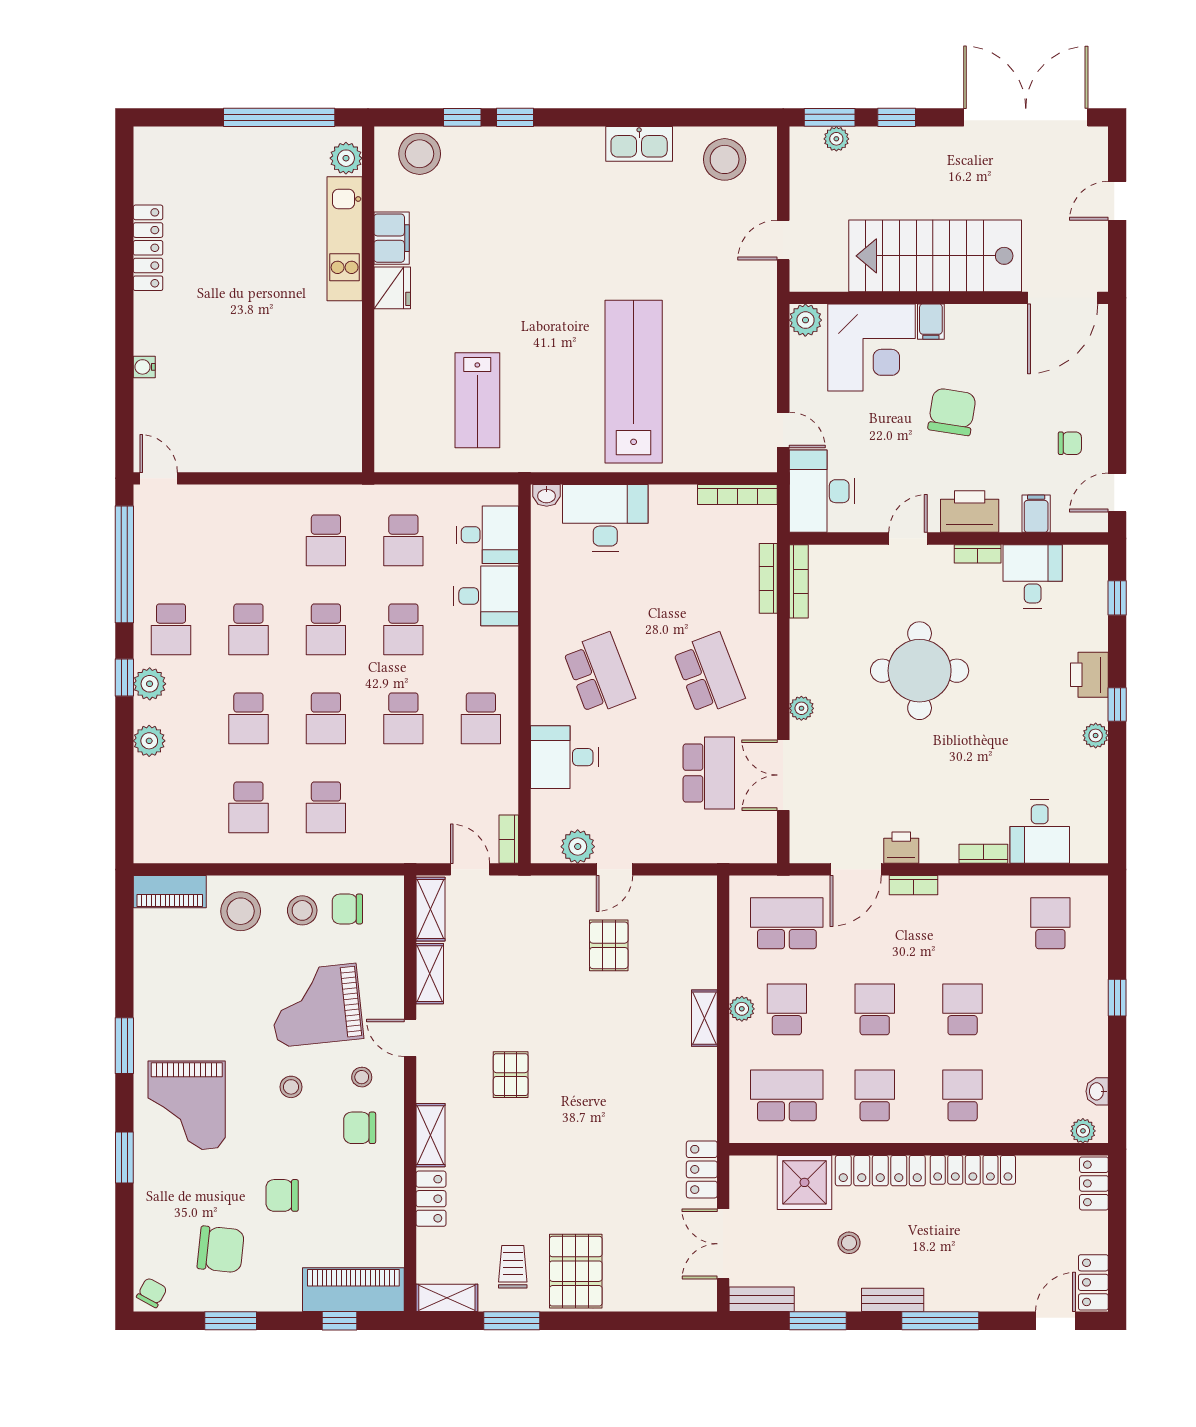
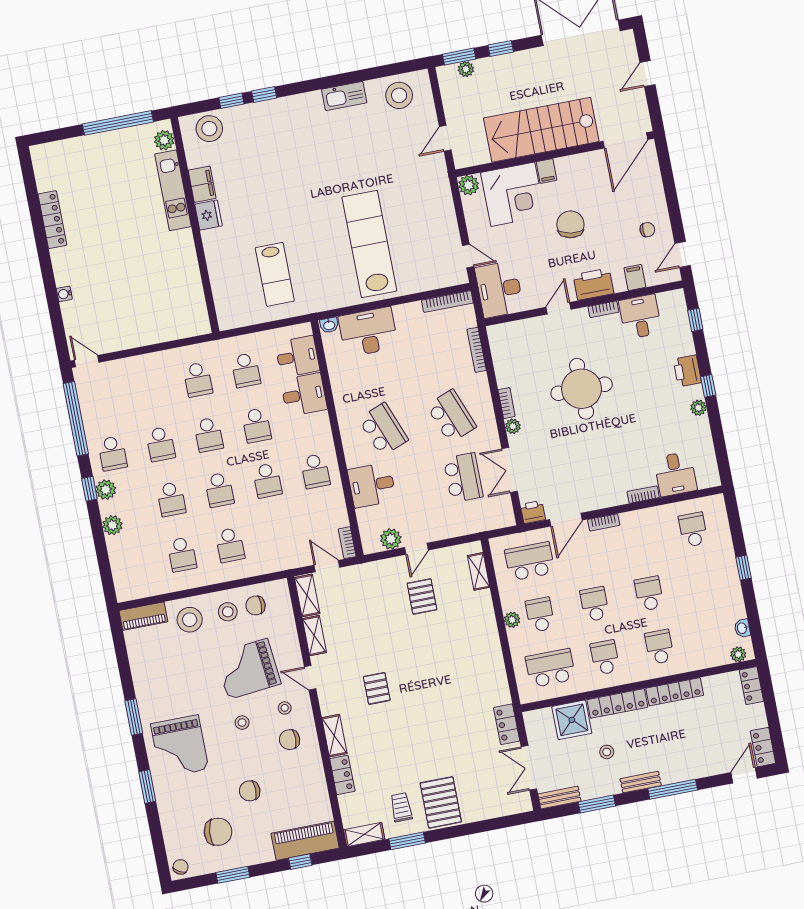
bookcase: (799, 581) -> (507, 403), moved, width x0.64
printer: (901, 848) -> (533, 512), moved
shelving: (704, 1018) -> (479, 571), moved

